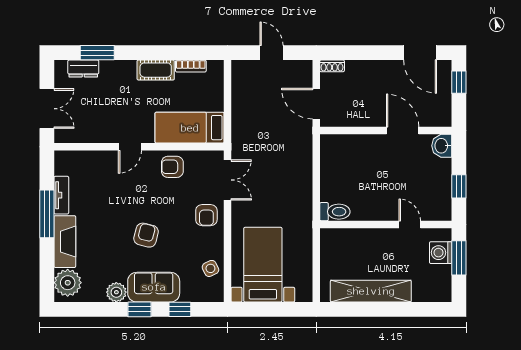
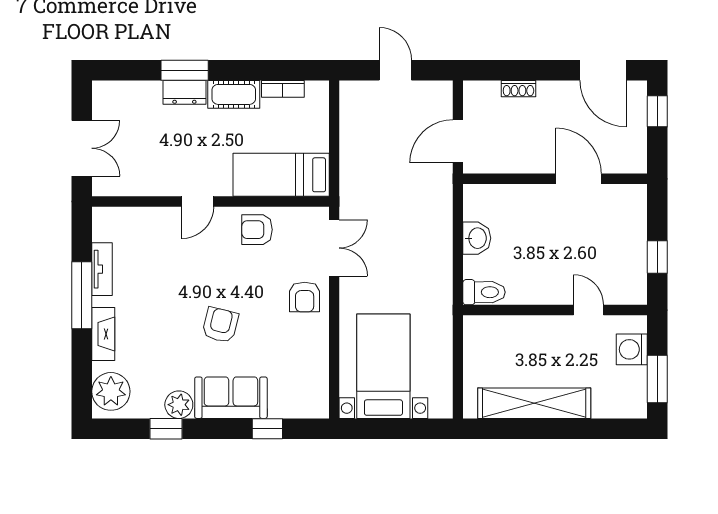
window: (97, 53) -> (185, 70), moved
shoe rack: (332, 66) -> (518, 89), moved
dresser: (83, 69) -> (184, 92), moved
door: (316, 104) -> (458, 141), hinge flipped
washbasin: (442, 146) -> (477, 238), moved, turned 180
fireplace: (65, 242) -> (103, 334), width x0.73, depth x0.76
window: (459, 258) -> (657, 379), moved
side table: (210, 268) -> (310, 371), removed
window: (140, 309) -> (166, 429), moved

